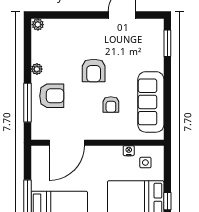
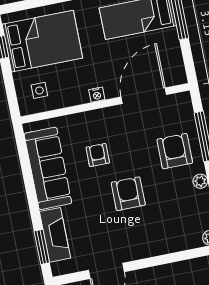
fireplace: (156, 50) -> (55, 235), added
armchair: (52, 96) -> (175, 151), turned 90
nightstand: (129, 151) -> (97, 95), moved

